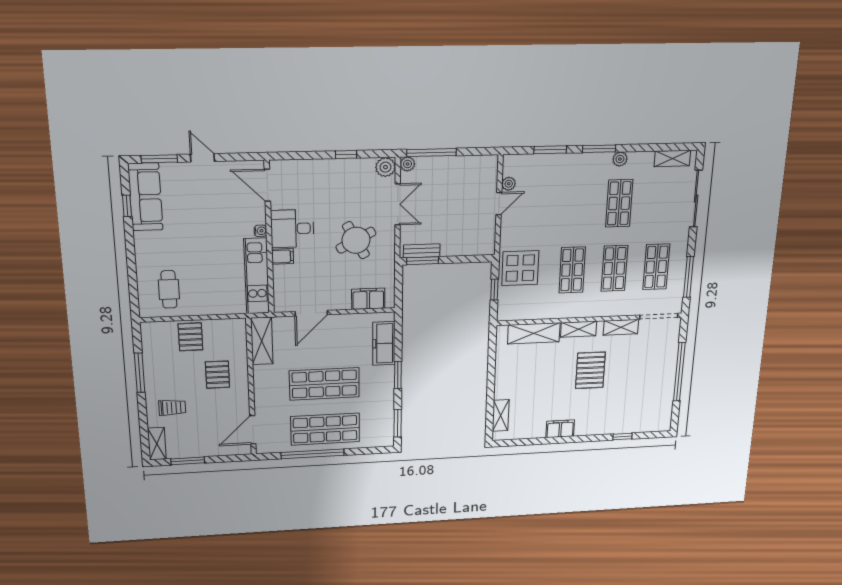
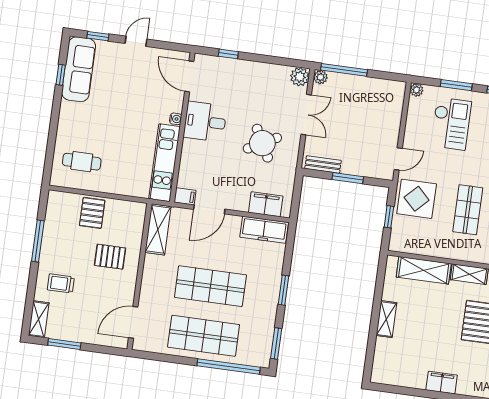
window: (346, 155) -> (228, 54), moved
door: (202, 158) -> (136, 41), hinge flipped
window: (159, 159) -> (98, 36), width x0.67
plant: (509, 184) -> (416, 90), moved
checkout: (548, 189) -> (451, 124), added
door: (499, 204) -> (398, 159), moved
filing cabinet: (283, 256) -> (185, 196), moved
window: (423, 261) -> (348, 178), moved
cafe table: (169, 289) -> (82, 162), turned 90
freezer: (384, 343) -> (264, 230), moved, turned -90
pallet: (217, 375) -> (110, 257), turned 90
trolley: (172, 408) -> (61, 283), turned 180
shelving: (501, 415) -> (386, 319), moved
window: (313, 454) -> (229, 367), moved

